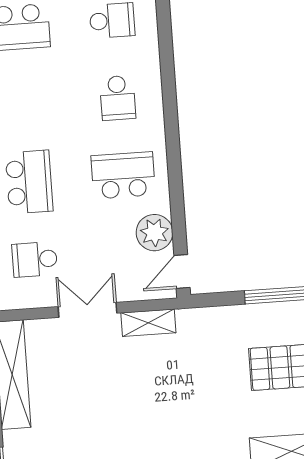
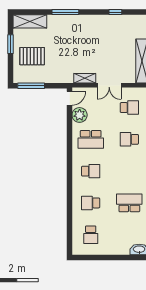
school desk: (118, 98) -> (91, 171), turned 90
school desk: (29, 182) -> (129, 139), width x0.54

